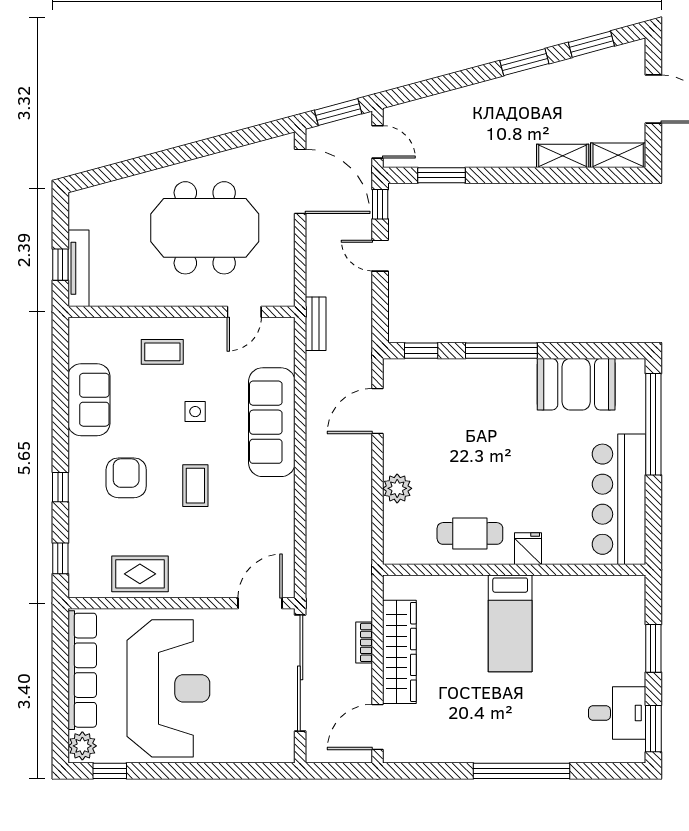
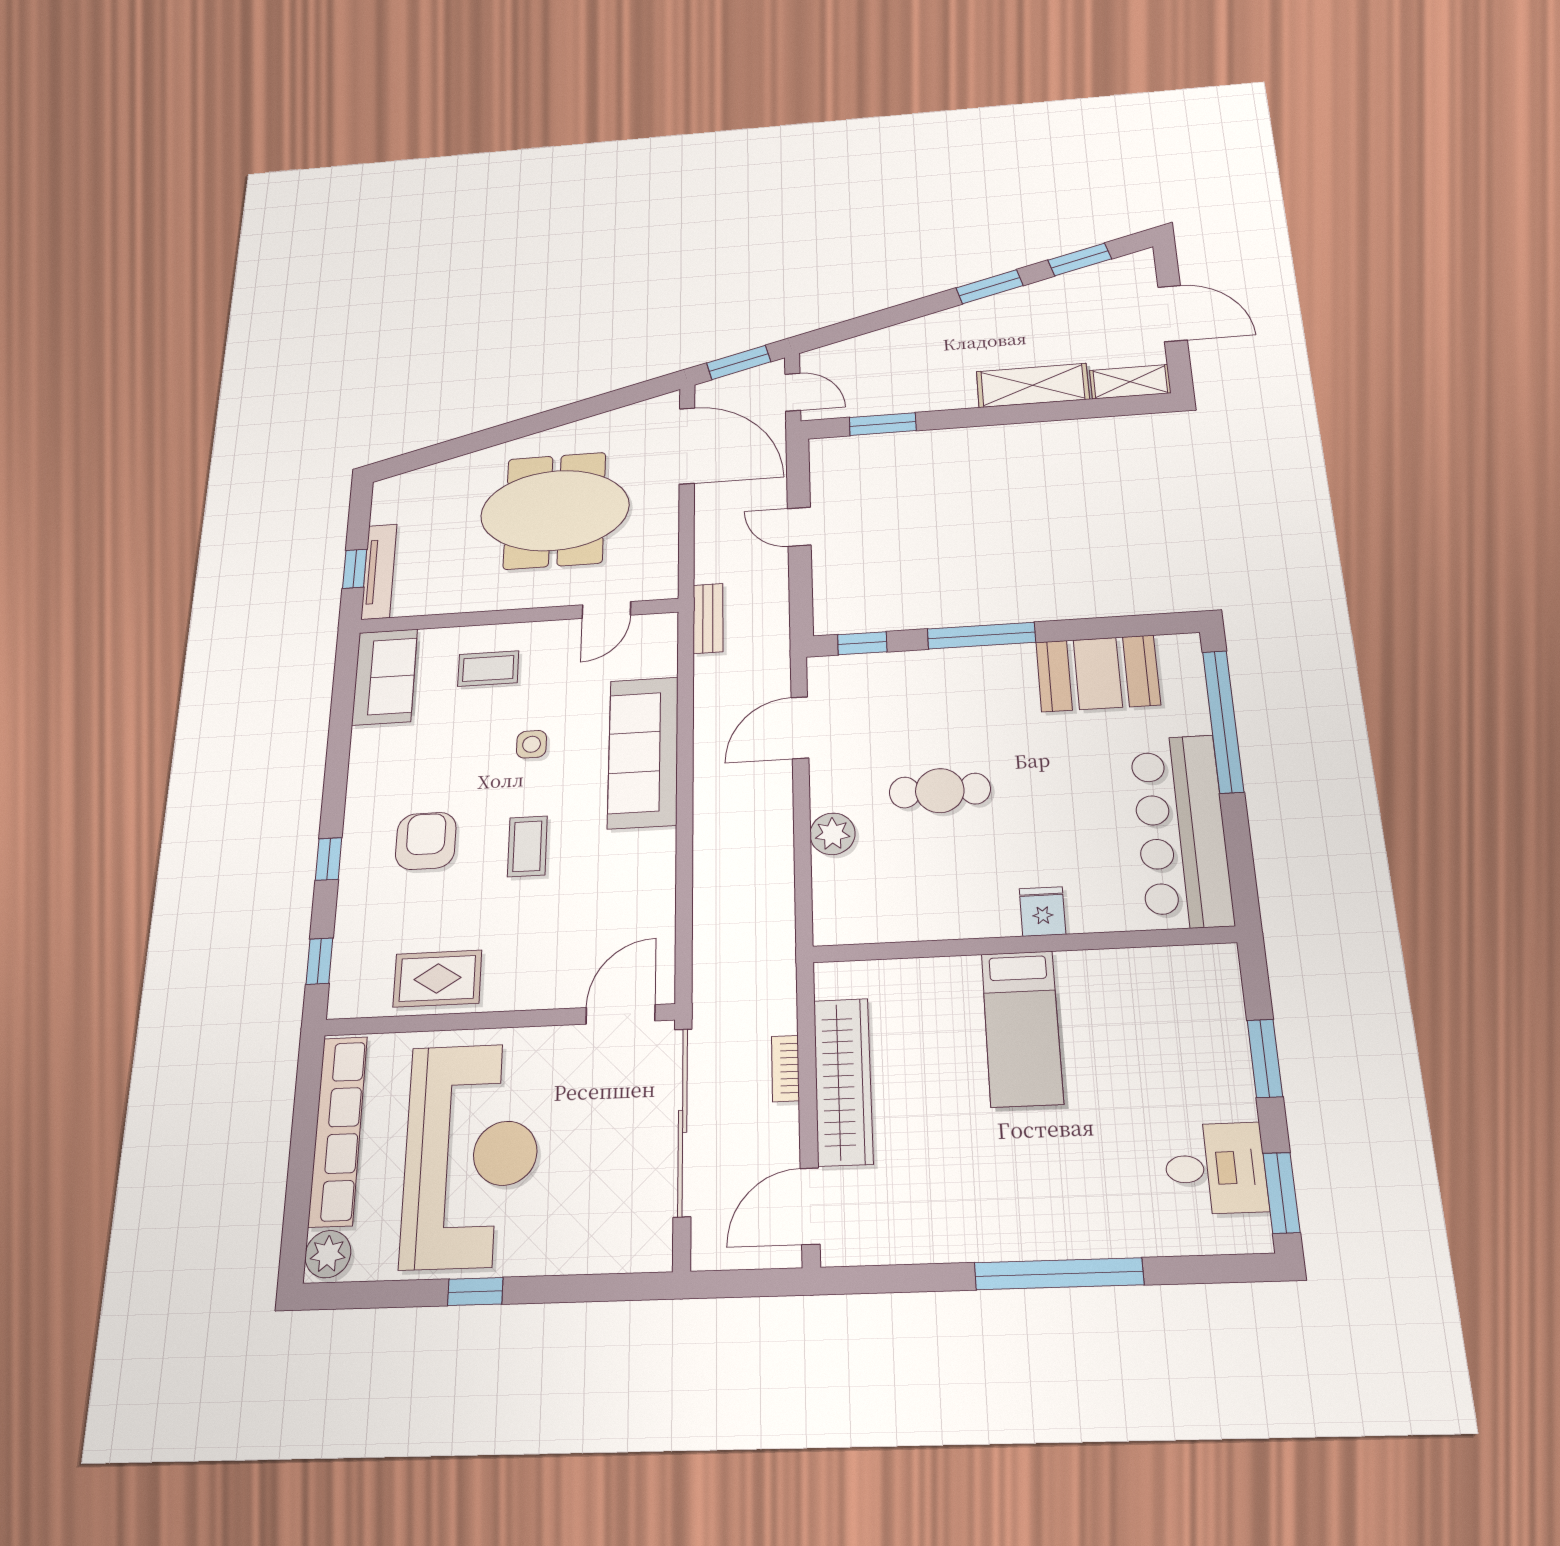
shelving: (563, 156) -> (1033, 385), width x1.50, depth x1.33
window: (380, 204) -> (798, 465), removed
sofa: (89, 400) -> (385, 677), moved
cafe table: (470, 533) -> (940, 791), moved
window: (110, 771) -> (475, 1291), moved

